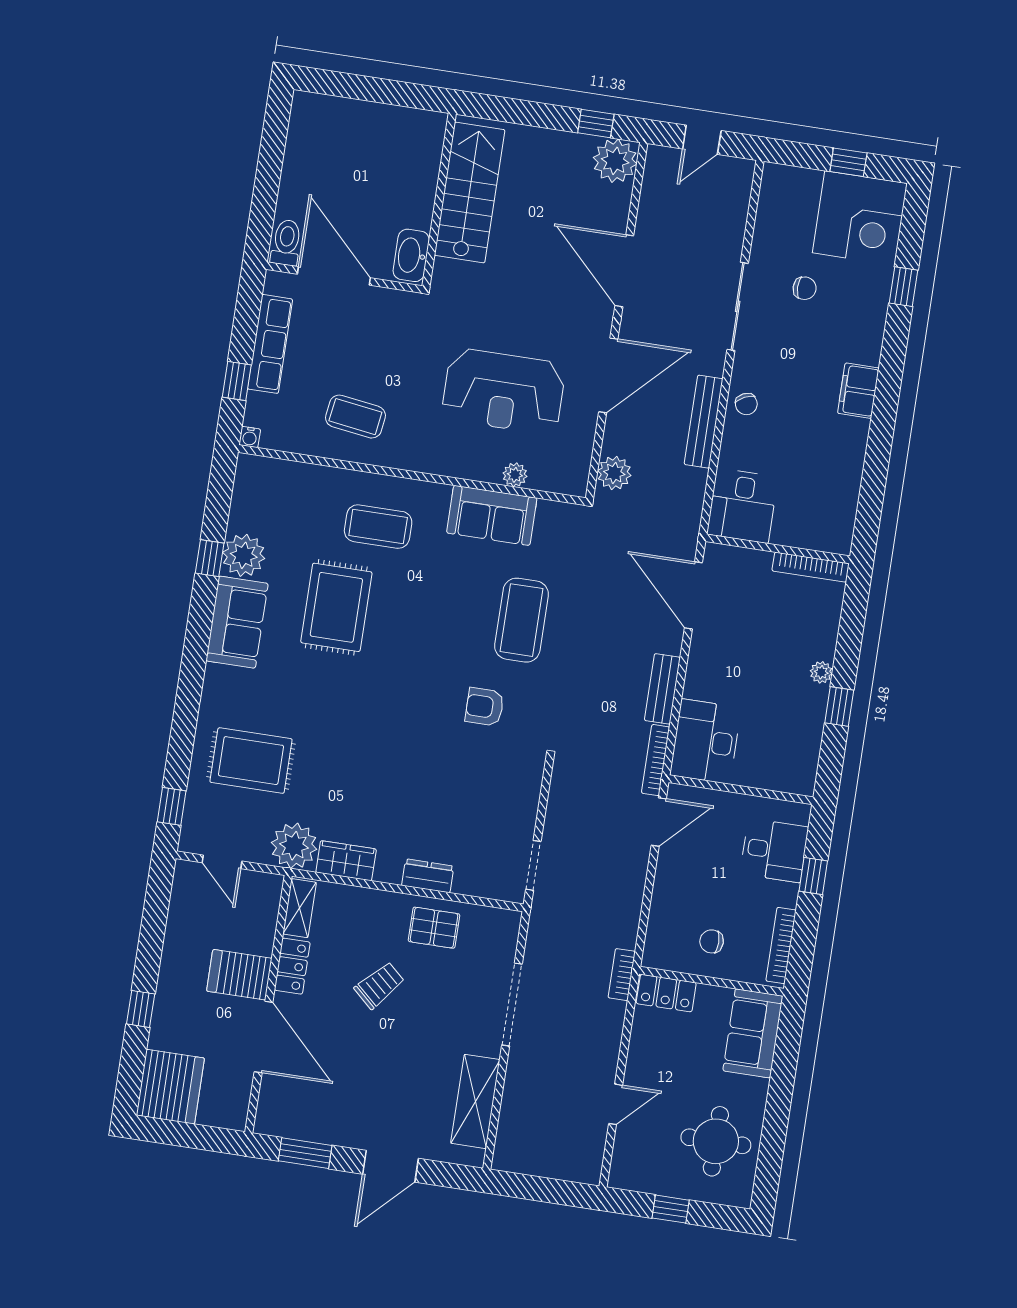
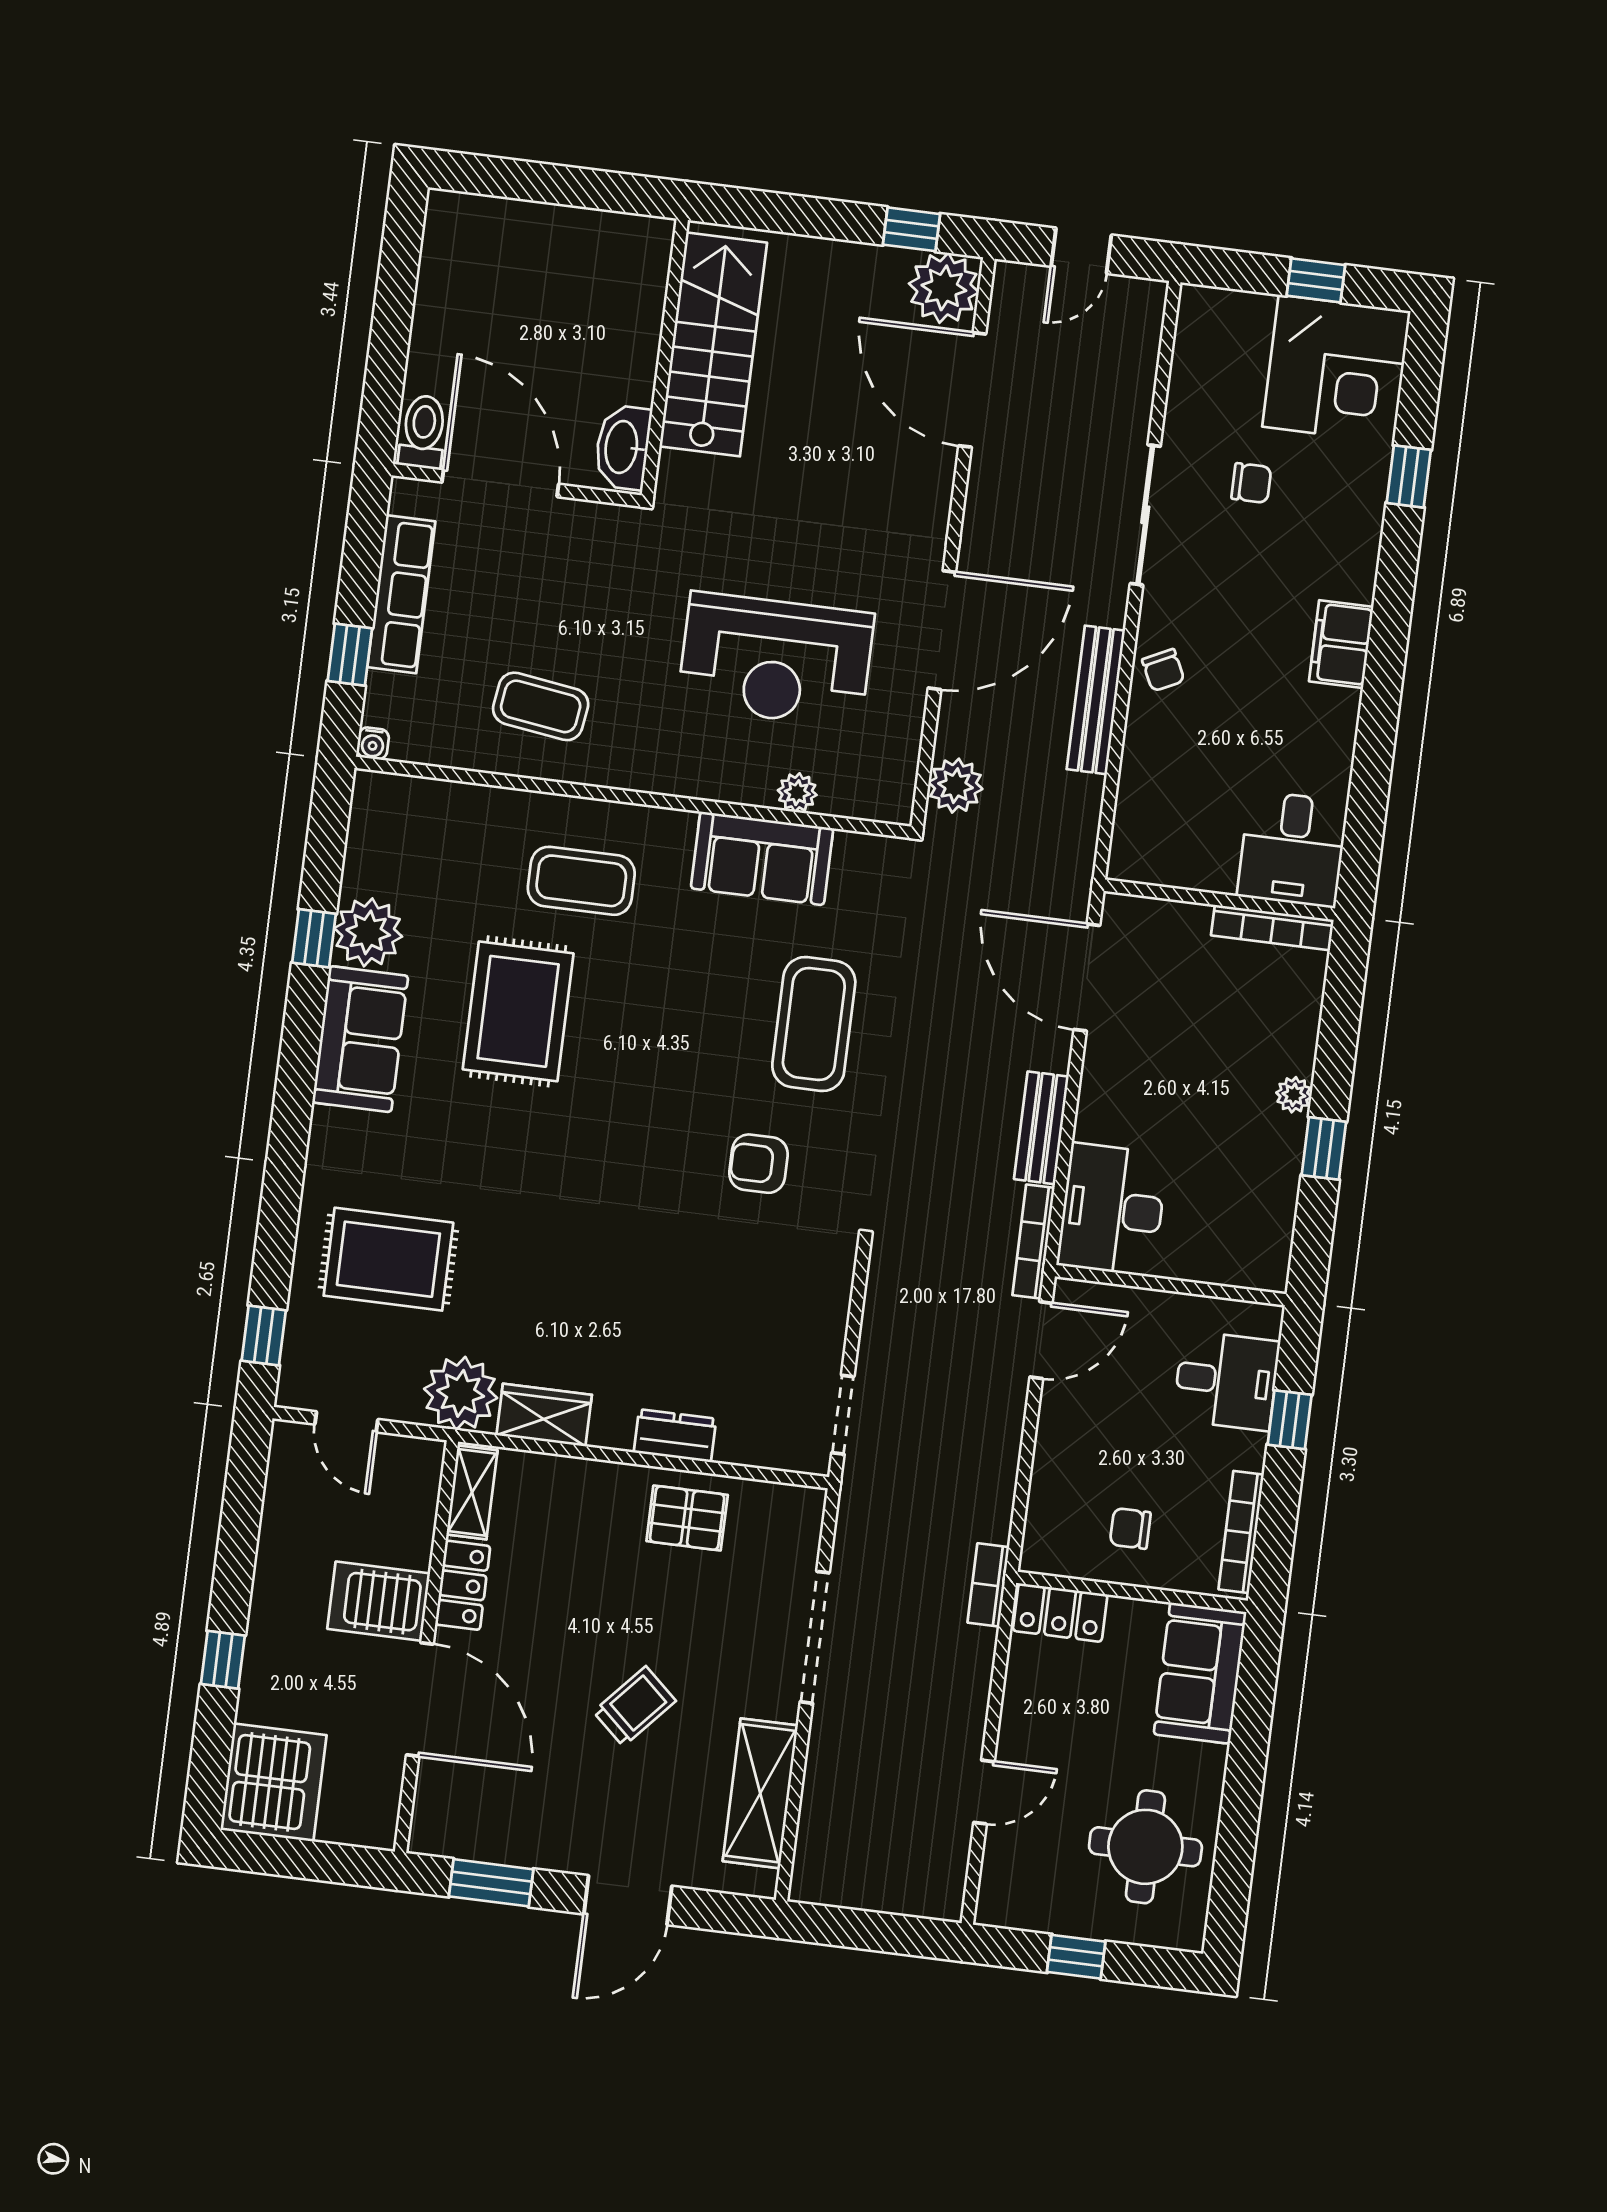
door: (624, 271) -> (972, 390), moved
desk: (742, 506) -> (1293, 849), moved
trolley: (379, 985) -> (635, 1706), moved

